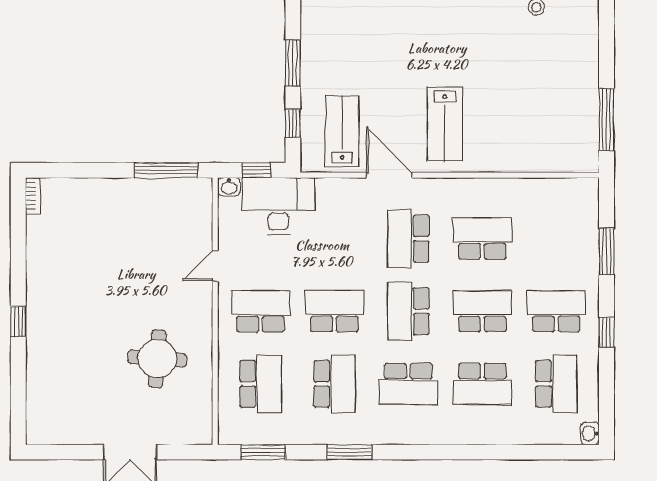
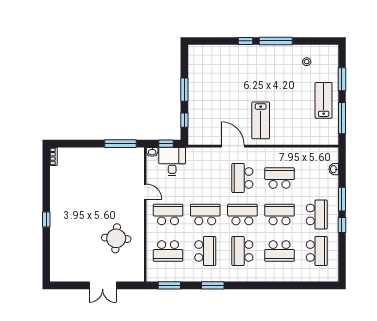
window: (606, 42) -> (342, 79), added
lab bench: (342, 131) -> (324, 100), moved
desk: (278, 206) -> (172, 162), width x0.73
window: (606, 251) -> (342, 199), moved
door: (215, 266) -> (145, 192), swing flipped
school desk: (408, 311) -> (242, 214), turned 90
school desk: (556, 311) -> (317, 214), turned 90
school desk: (261, 384) -> (168, 251), turned 90
school desk: (408, 384) -> (242, 251), turned 90
washbasin: (590, 433) -> (334, 169), moved

